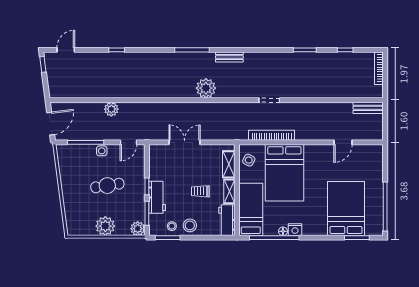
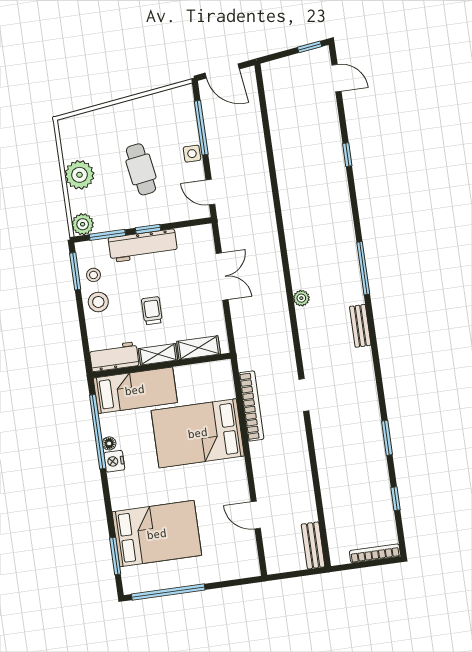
plant: (206, 88) -> (301, 298), width x0.53, depth x0.53
plant: (111, 109) -> (257, 159), removed
side table: (249, 160) -> (209, 377), removed
workbench: (157, 197) -> (143, 246), width x1.38

